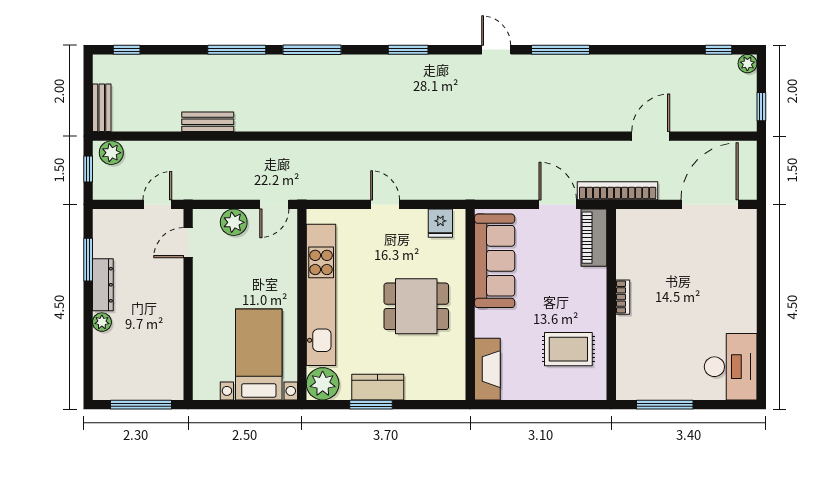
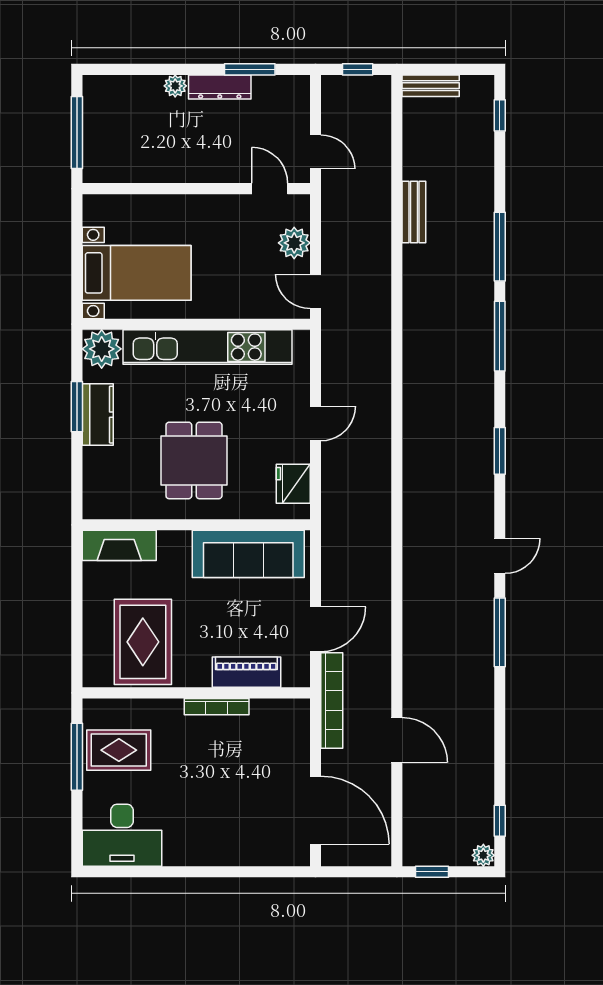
plant: (111, 153) -> (377, 97), removed
fridge: (440, 223) -> (293, 484), width x1.38
piano: (594, 238) -> (246, 672), moved
bookcase: (623, 297) -> (217, 707), width x1.56
rug: (568, 349) -> (143, 642), width x1.36, depth x1.43
rug: (659, 369) -> (119, 750), added

